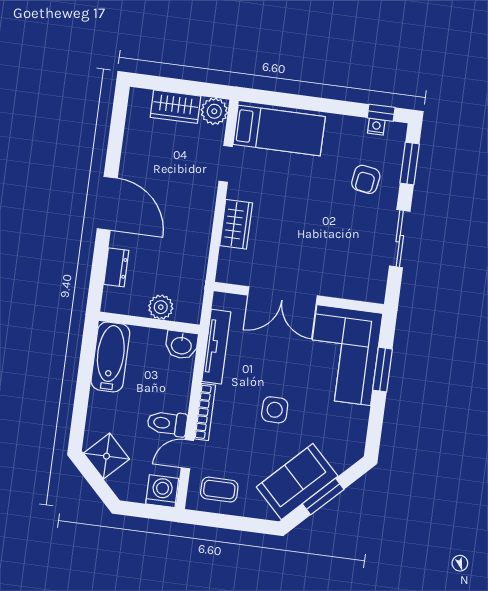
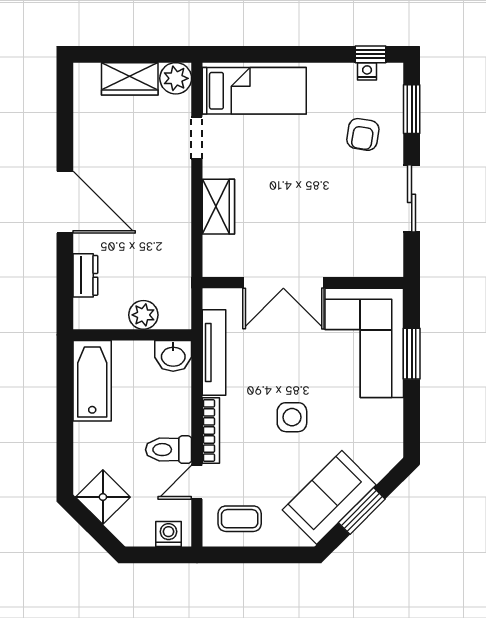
washing machine: (162, 491) -> (168, 534), width x0.73, depth x0.73

